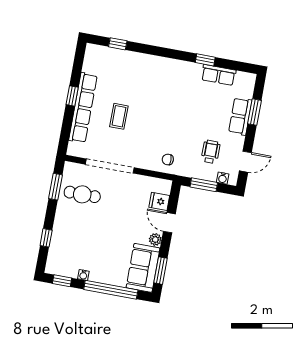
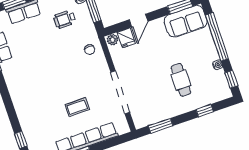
cafe table: (82, 194) -> (181, 80), moved
plant: (155, 239) -> (112, 40), moved

